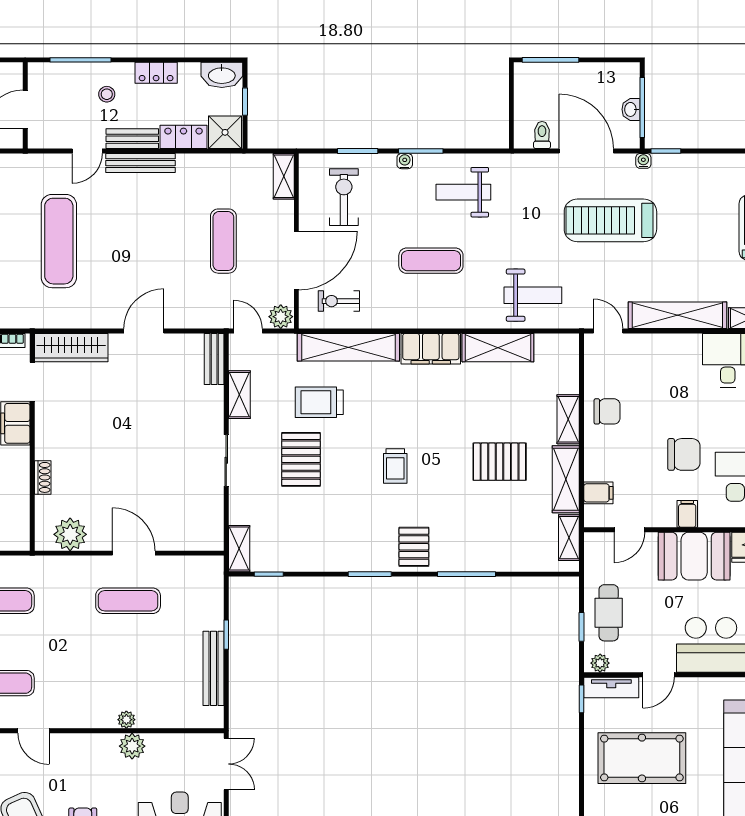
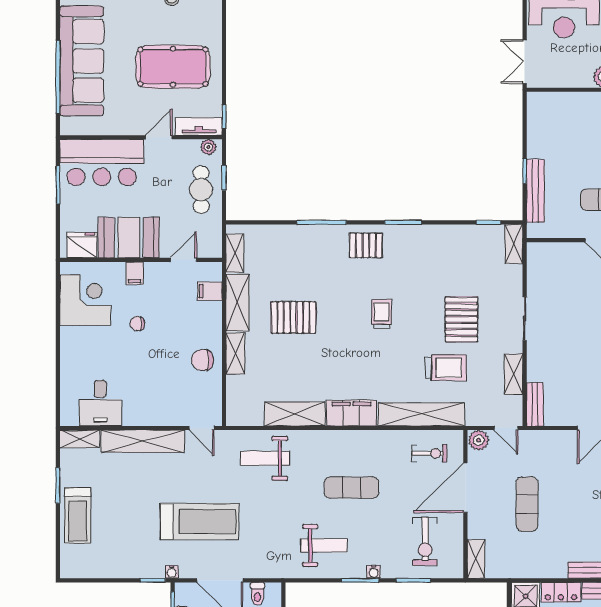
chair: (684, 454) -> (137, 324), width x0.54, depth x0.54
pallet: (414, 547) -> (366, 245), turned 90
bench: (213, 668) -> (535, 191), moved

